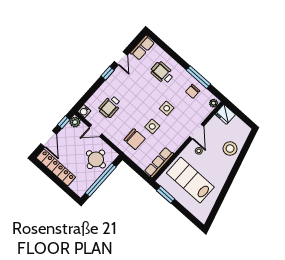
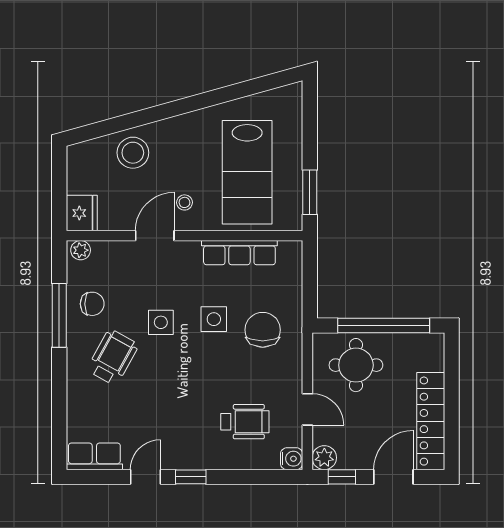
wheelchair: (162, 73) -> (113, 357), moved, turned -151
row of seats: (159, 162) -> (239, 253), moved

